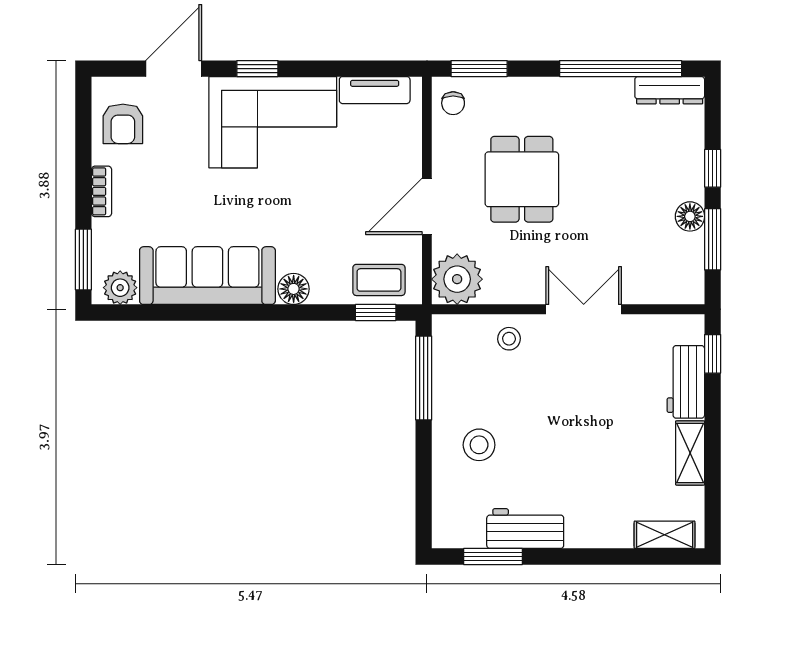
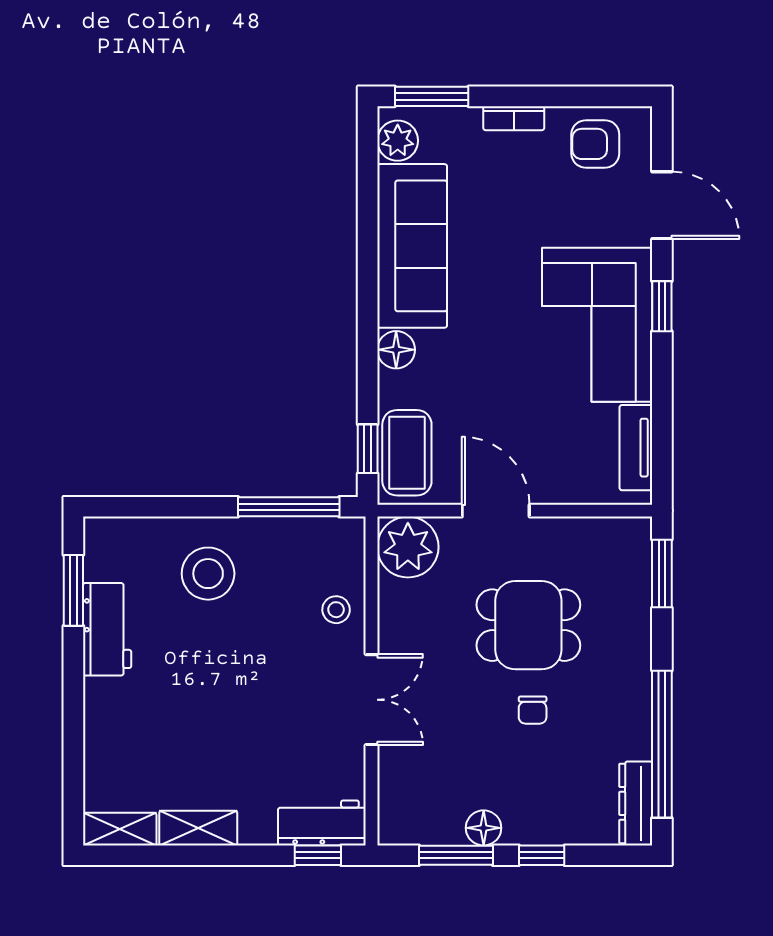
chair: (453, 103) -> (533, 710), moved, turned -90
coffee table: (379, 280) -> (407, 453), width x1.36, depth x1.30
workbench: (686, 382) -> (322, 823), moved
stool: (479, 445) -> (208, 574), width x1.38, depth x1.38
shelving: (665, 535) -> (120, 829), moved, turned 90

